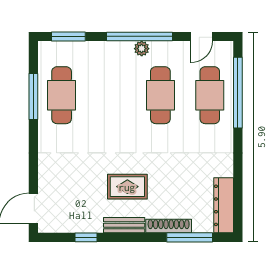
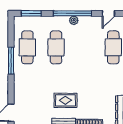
cafe table: (160, 95) -> (56, 47), moved
window: (33, 97) -> (11, 61), moved

